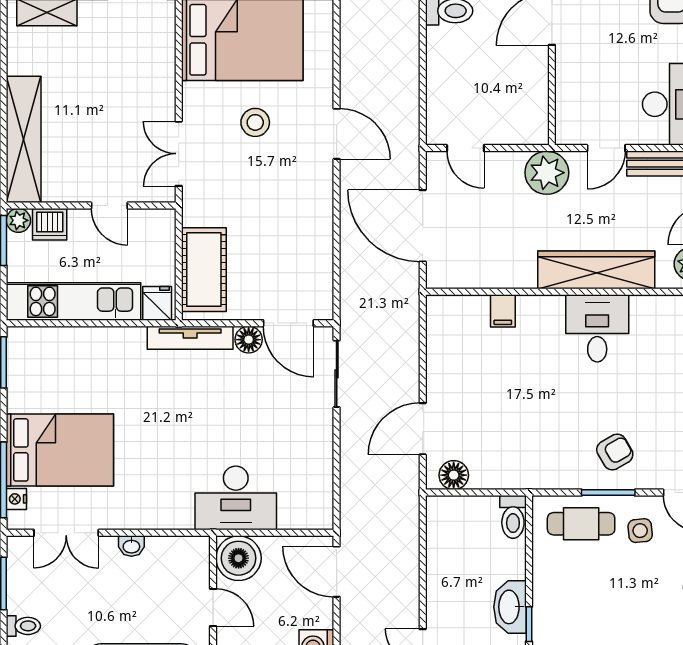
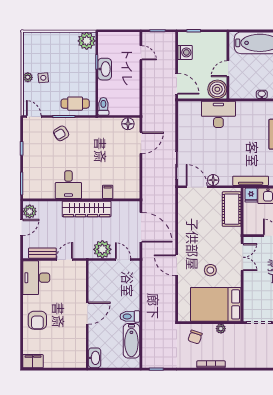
plant: (547, 173) -> (102, 249), moved
wardrobe: (596, 270) -> (87, 209), moved
tv unit: (190, 338) -> (251, 181), moved
side table: (640, 531) -> (43, 78), moved
door: (213, 608) -> (228, 69), hinge flipped

